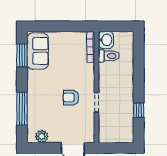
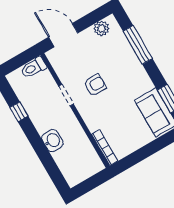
washbasin: (106, 40) -> (52, 141), moved, turned 180
toilet: (109, 56) -> (33, 68), moved

